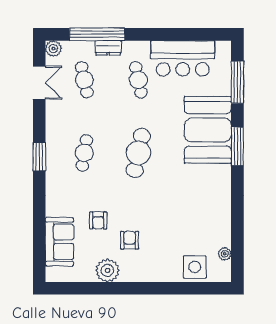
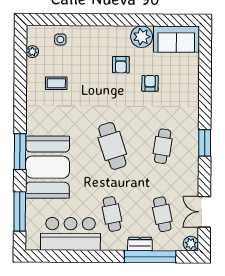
cafe table: (138, 153) -> (112, 146), turned -30
coffee table: (199, 220) -> (56, 83), added
sofa: (59, 242) -> (176, 39), moved, turned -90
side table: (195, 267) -> (60, 39), width x0.54, depth x0.54

